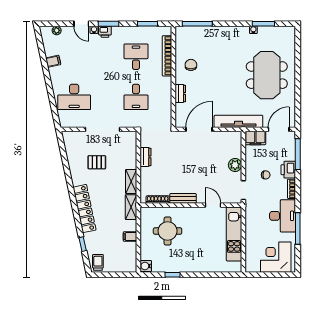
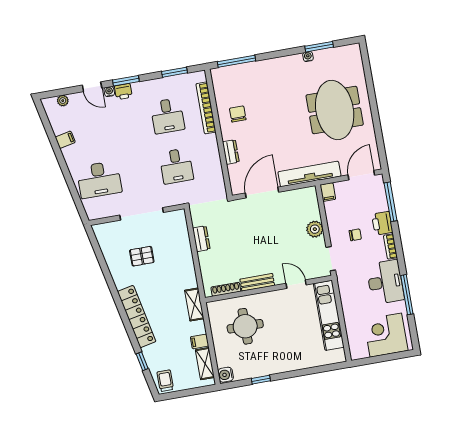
desk: (136, 57) -> (167, 116), turned 180
filing cabinet: (255, 138) -> (328, 192), width x0.50
shelving: (131, 182) -> (205, 364), moved

